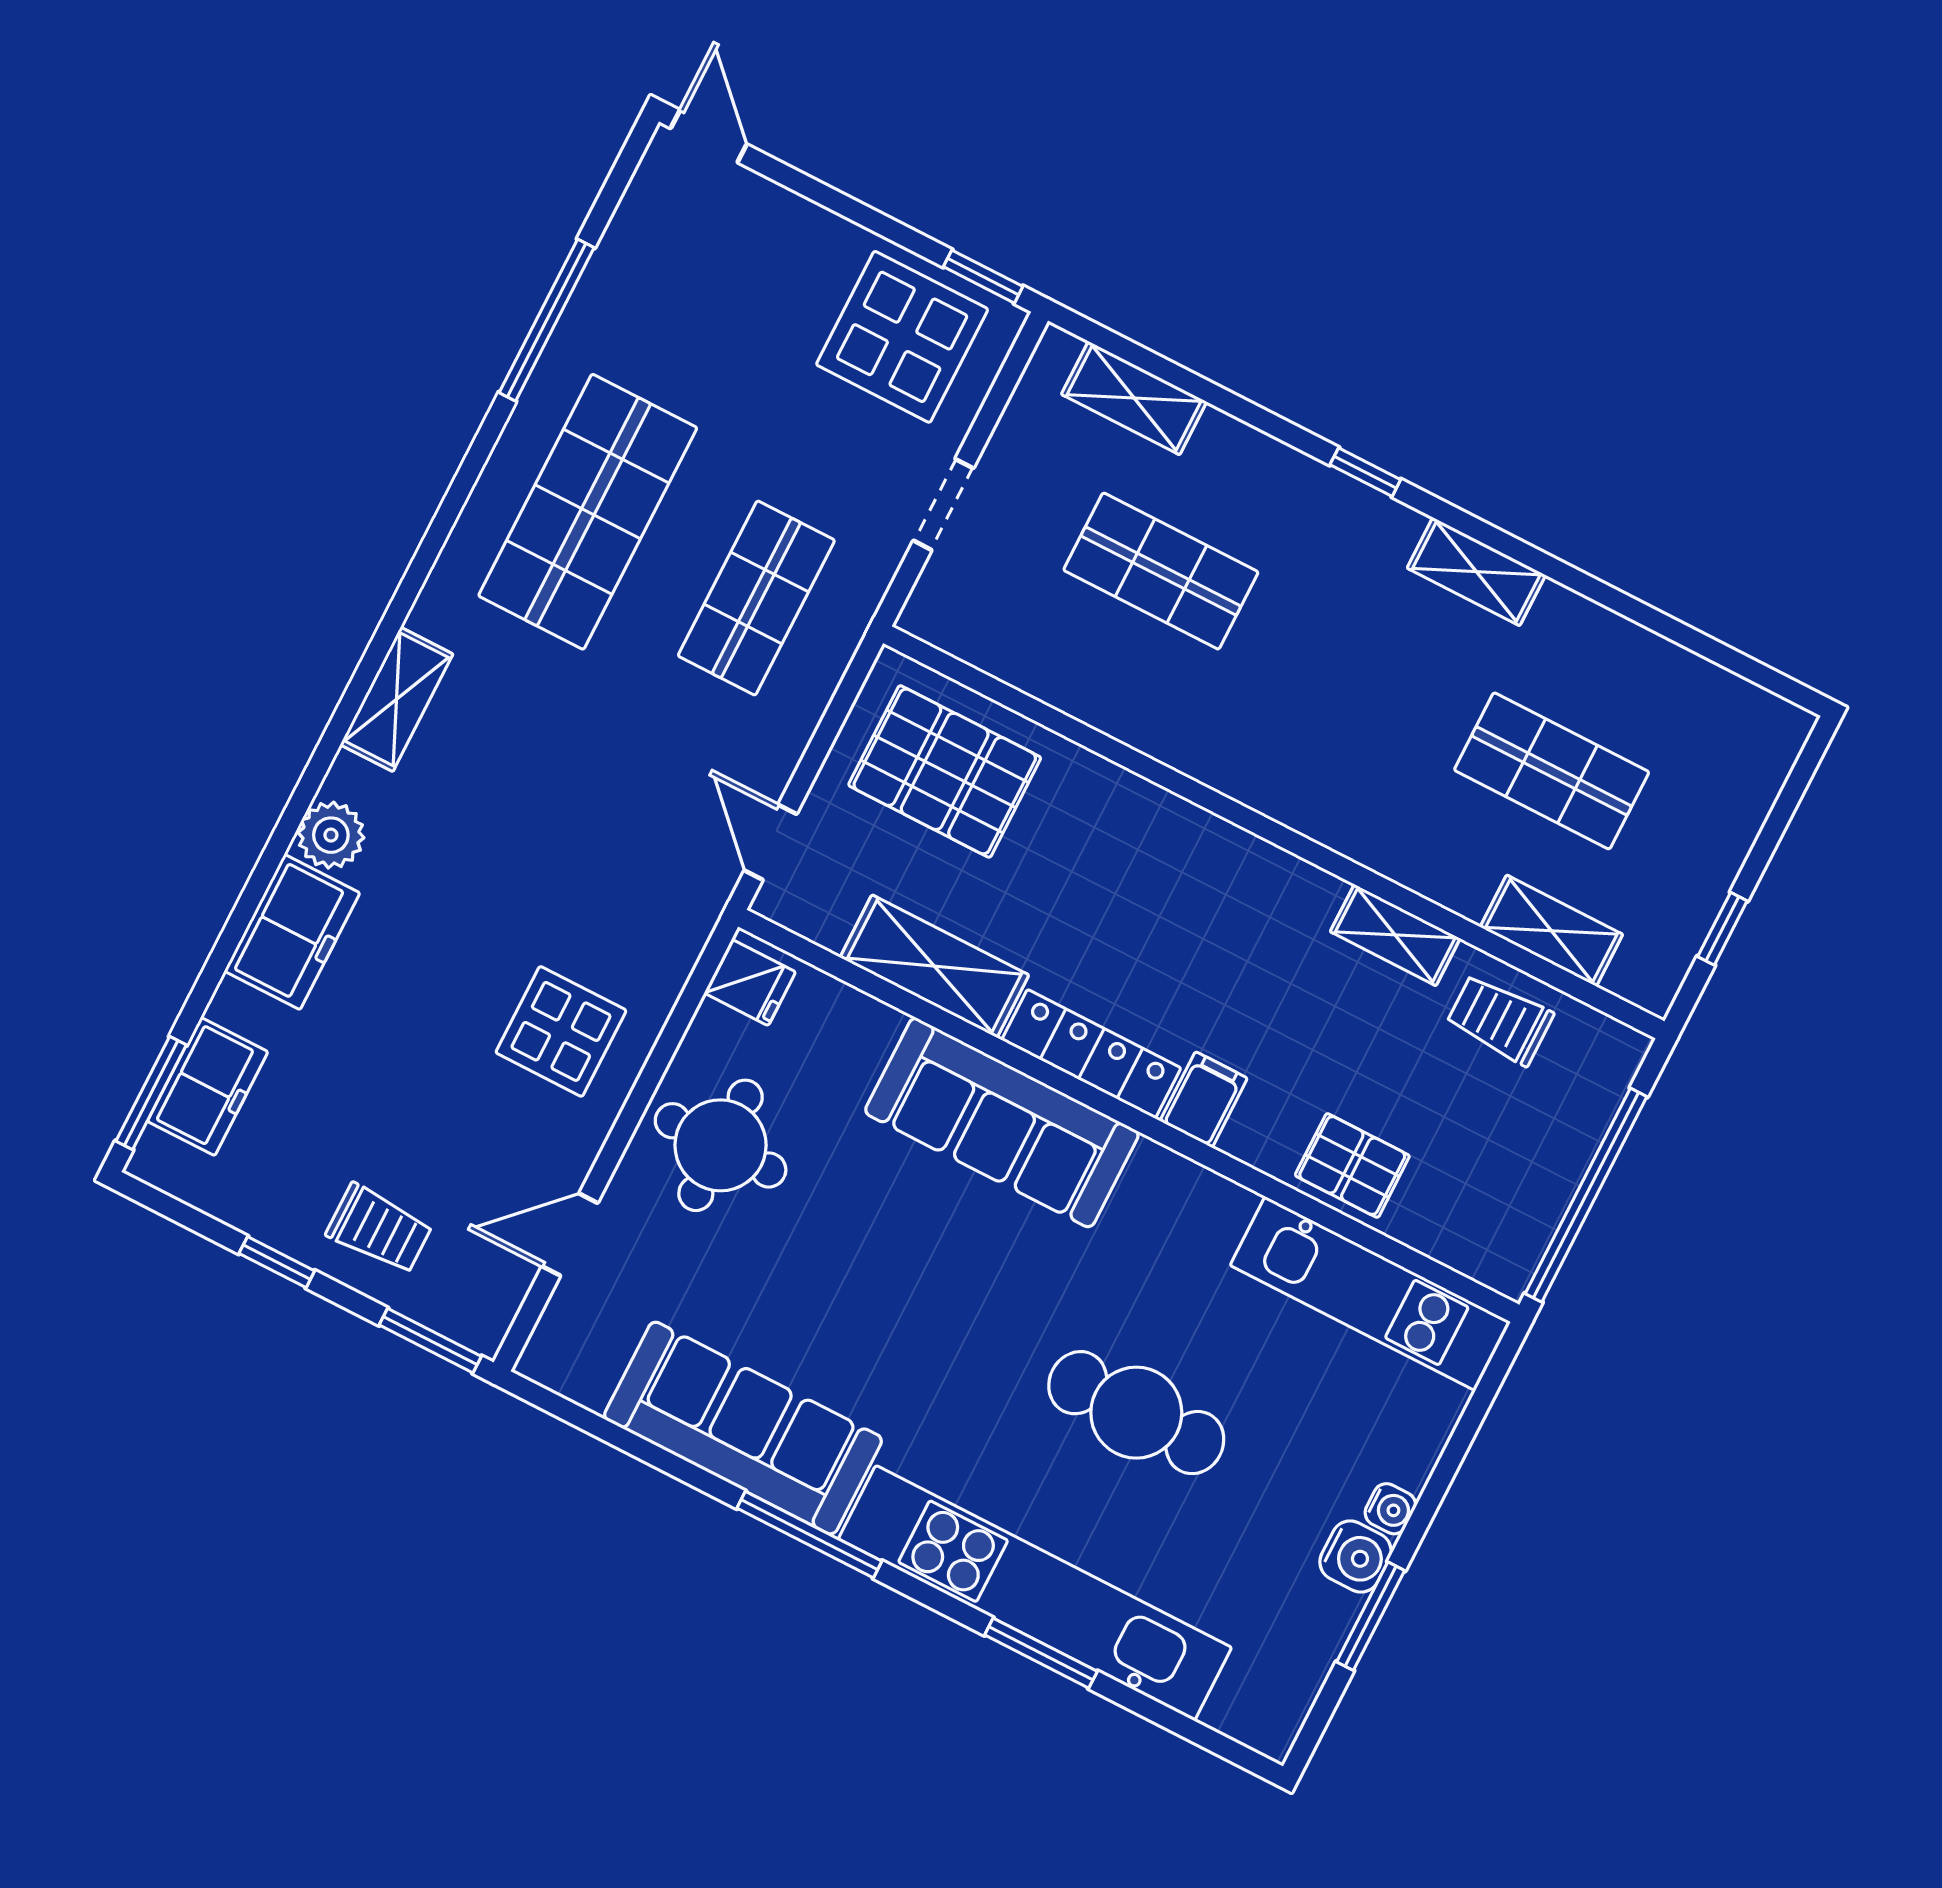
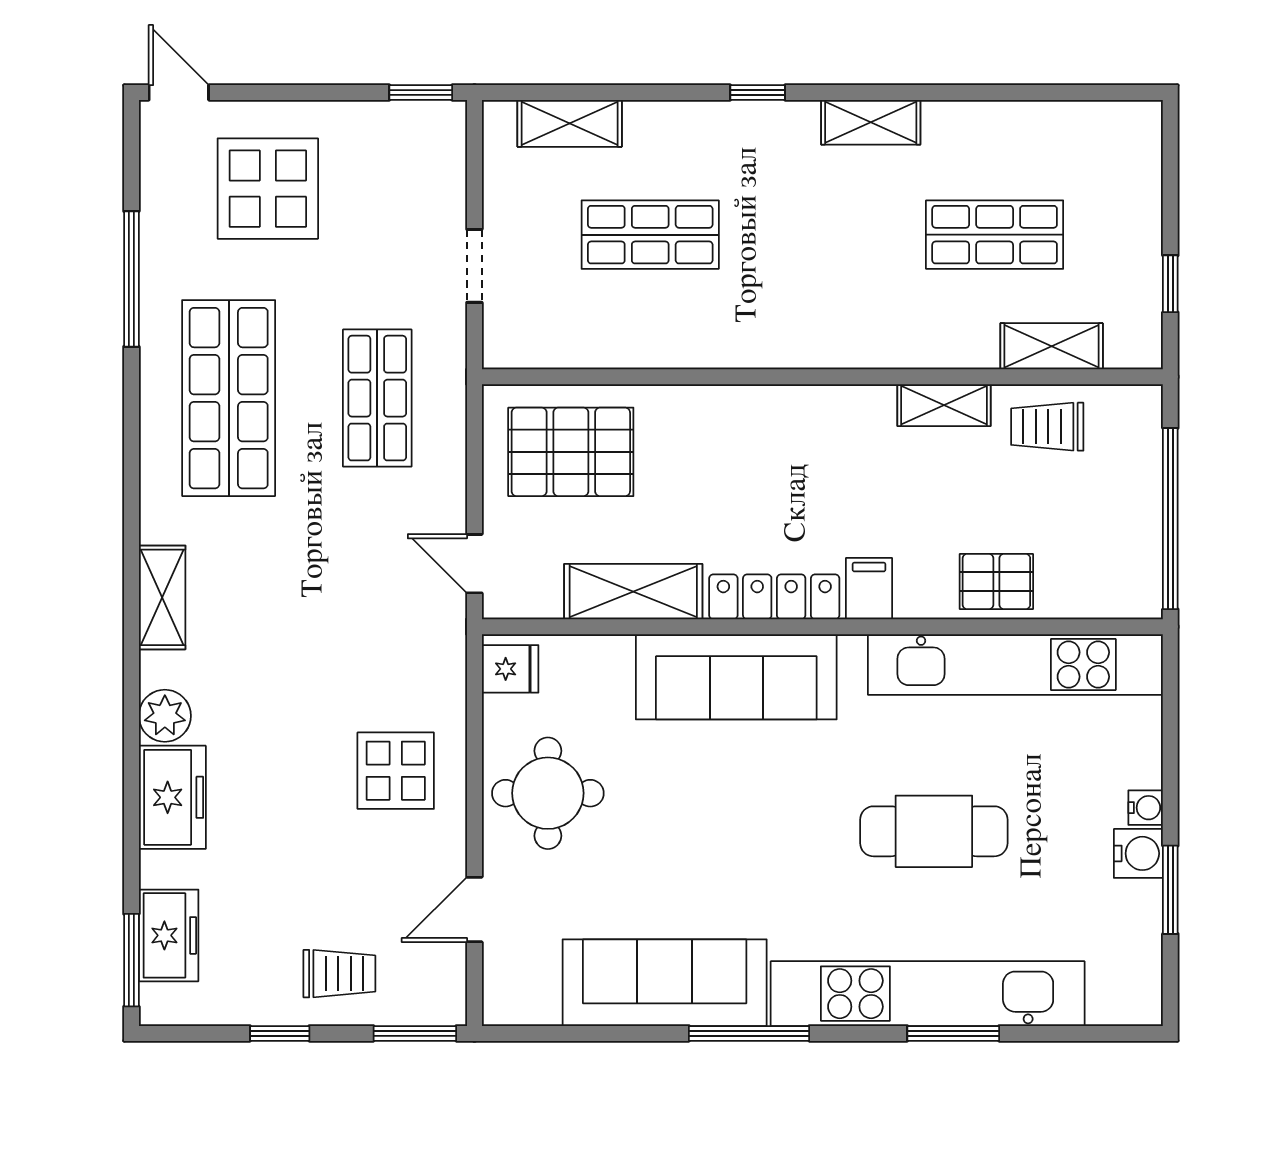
display table: (902, 337) -> (268, 189), moved
kitchen unit: (1370, 1294) -> (1015, 665), width x1.36

